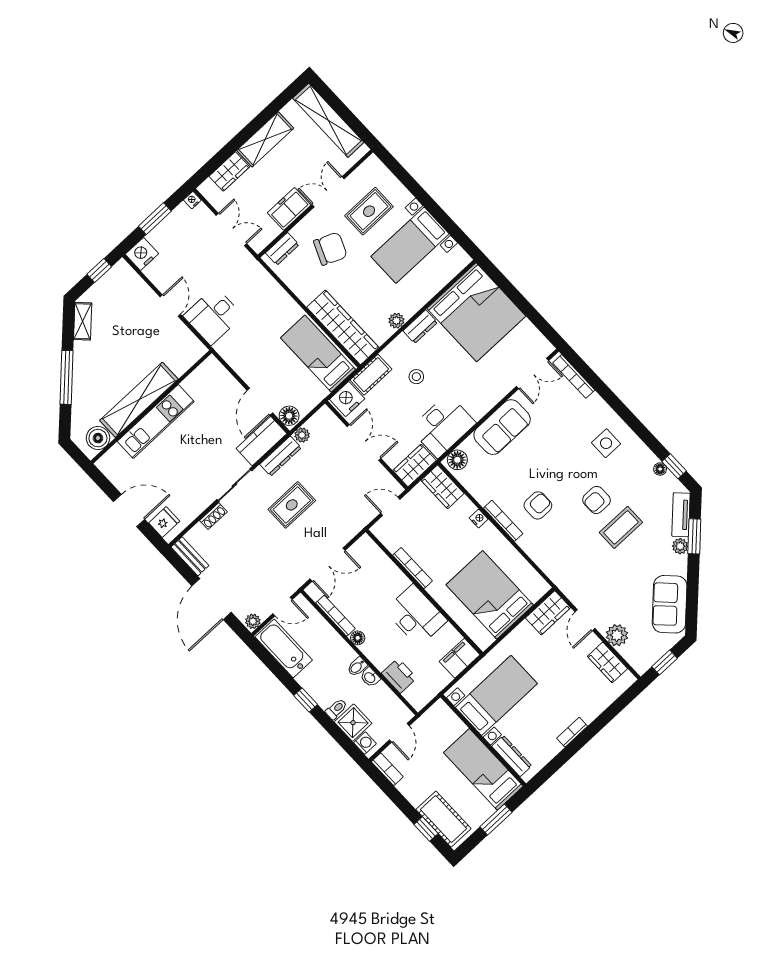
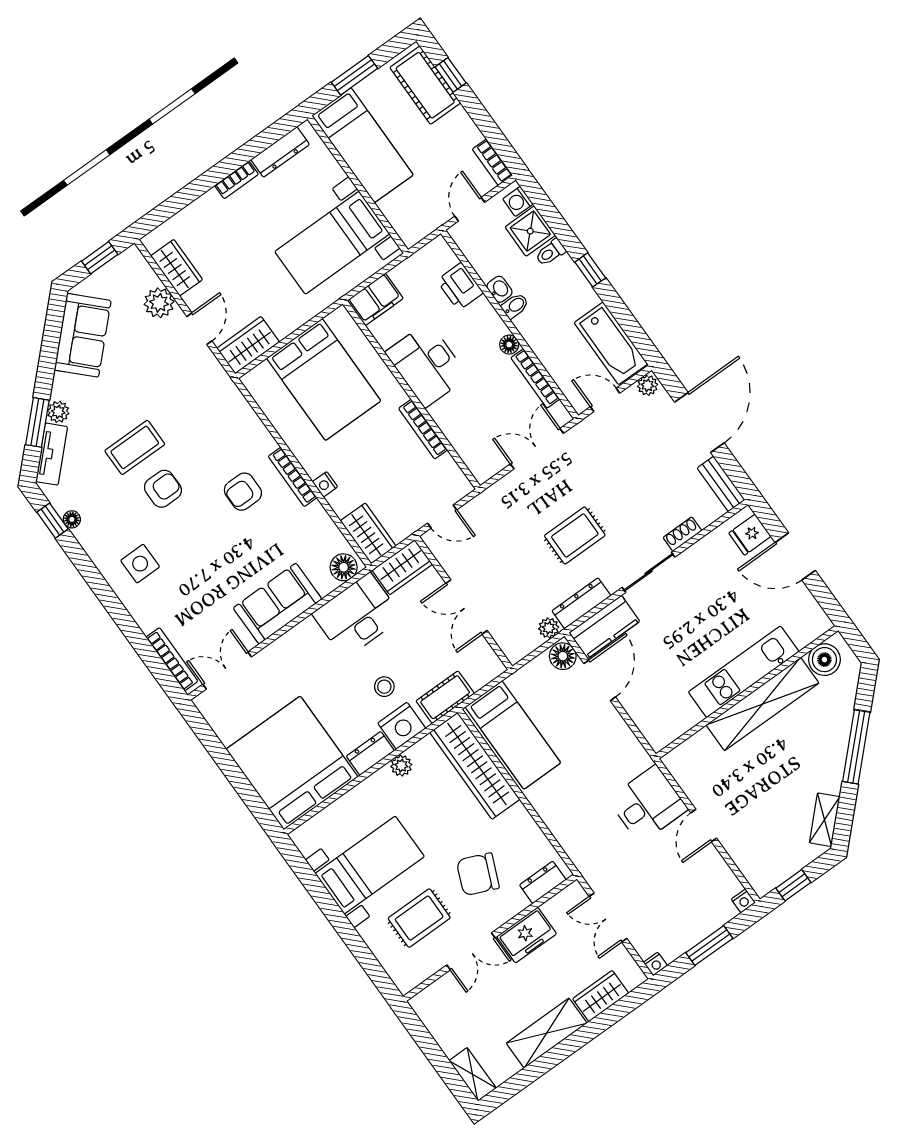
shelving: (328, 120) -> (473, 1074), width x0.45, depth x0.75
nightstand: (142, 254) -> (743, 901), width x0.53, depth x0.56
nightstand: (347, 399) -> (402, 726), moved
dresser: (512, 756) -> (280, 152), moved, turned -90

